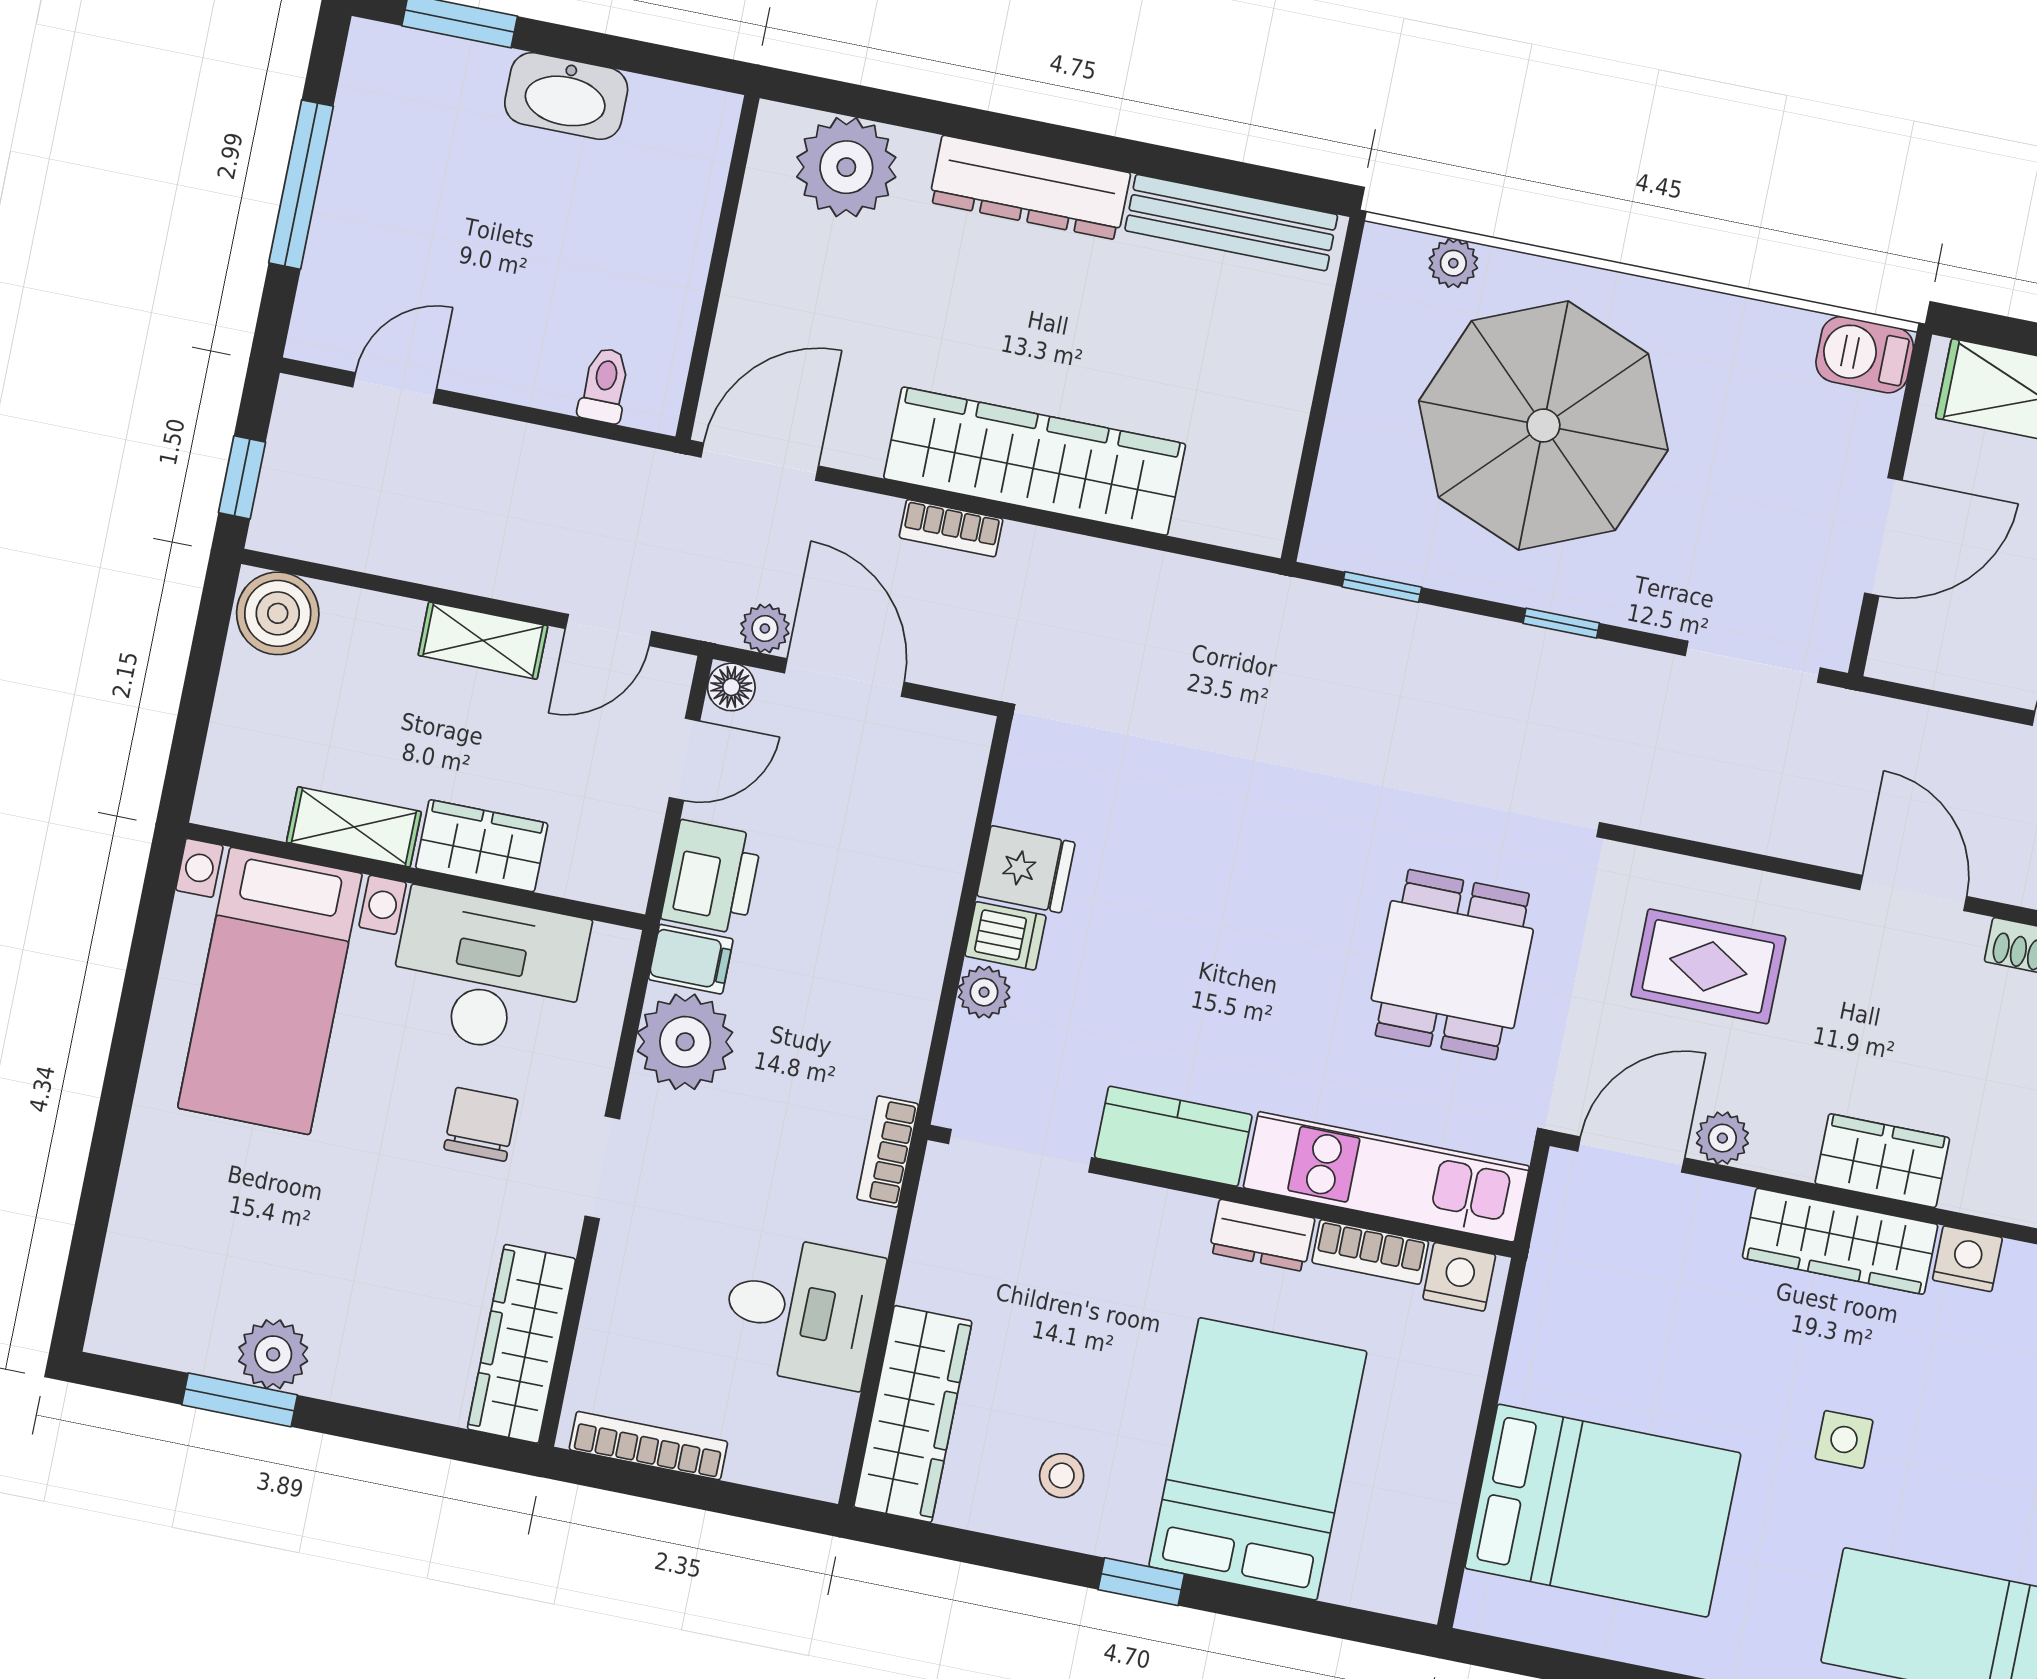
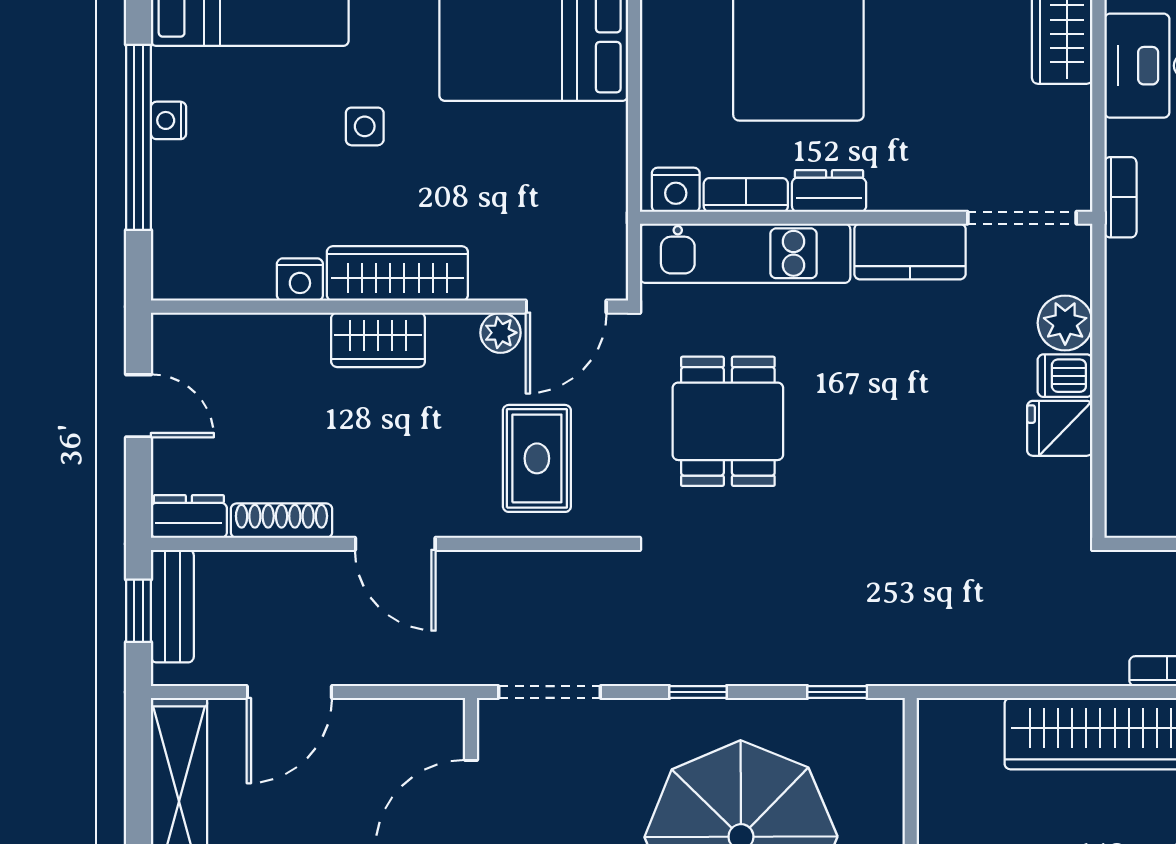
rug: (1708, 966) -> (537, 458), turned 90
plant: (984, 992) -> (1065, 323), width x1.38, depth x1.38

